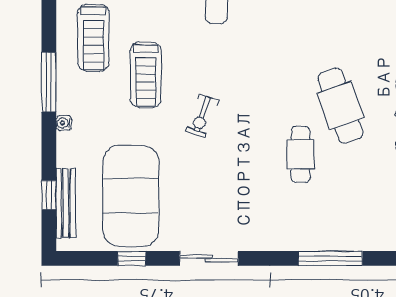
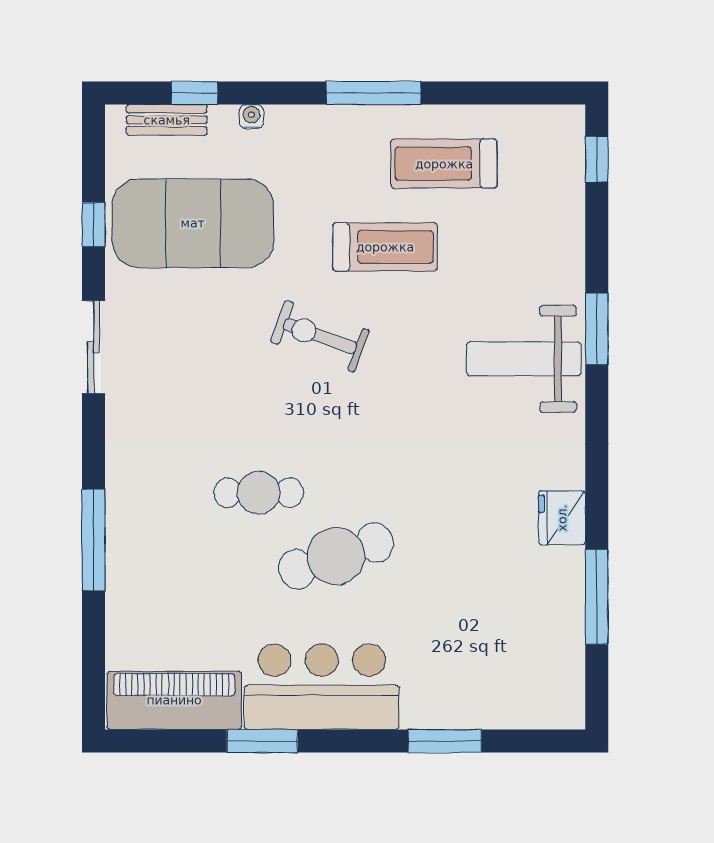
treadmill: (146, 75) -> (385, 247), turned 180
exercise bike: (202, 116) -> (320, 336), width x1.38, depth x1.39
water cooler: (64, 123) -> (252, 117), moved
bench: (66, 203) -> (167, 120), width x0.73

